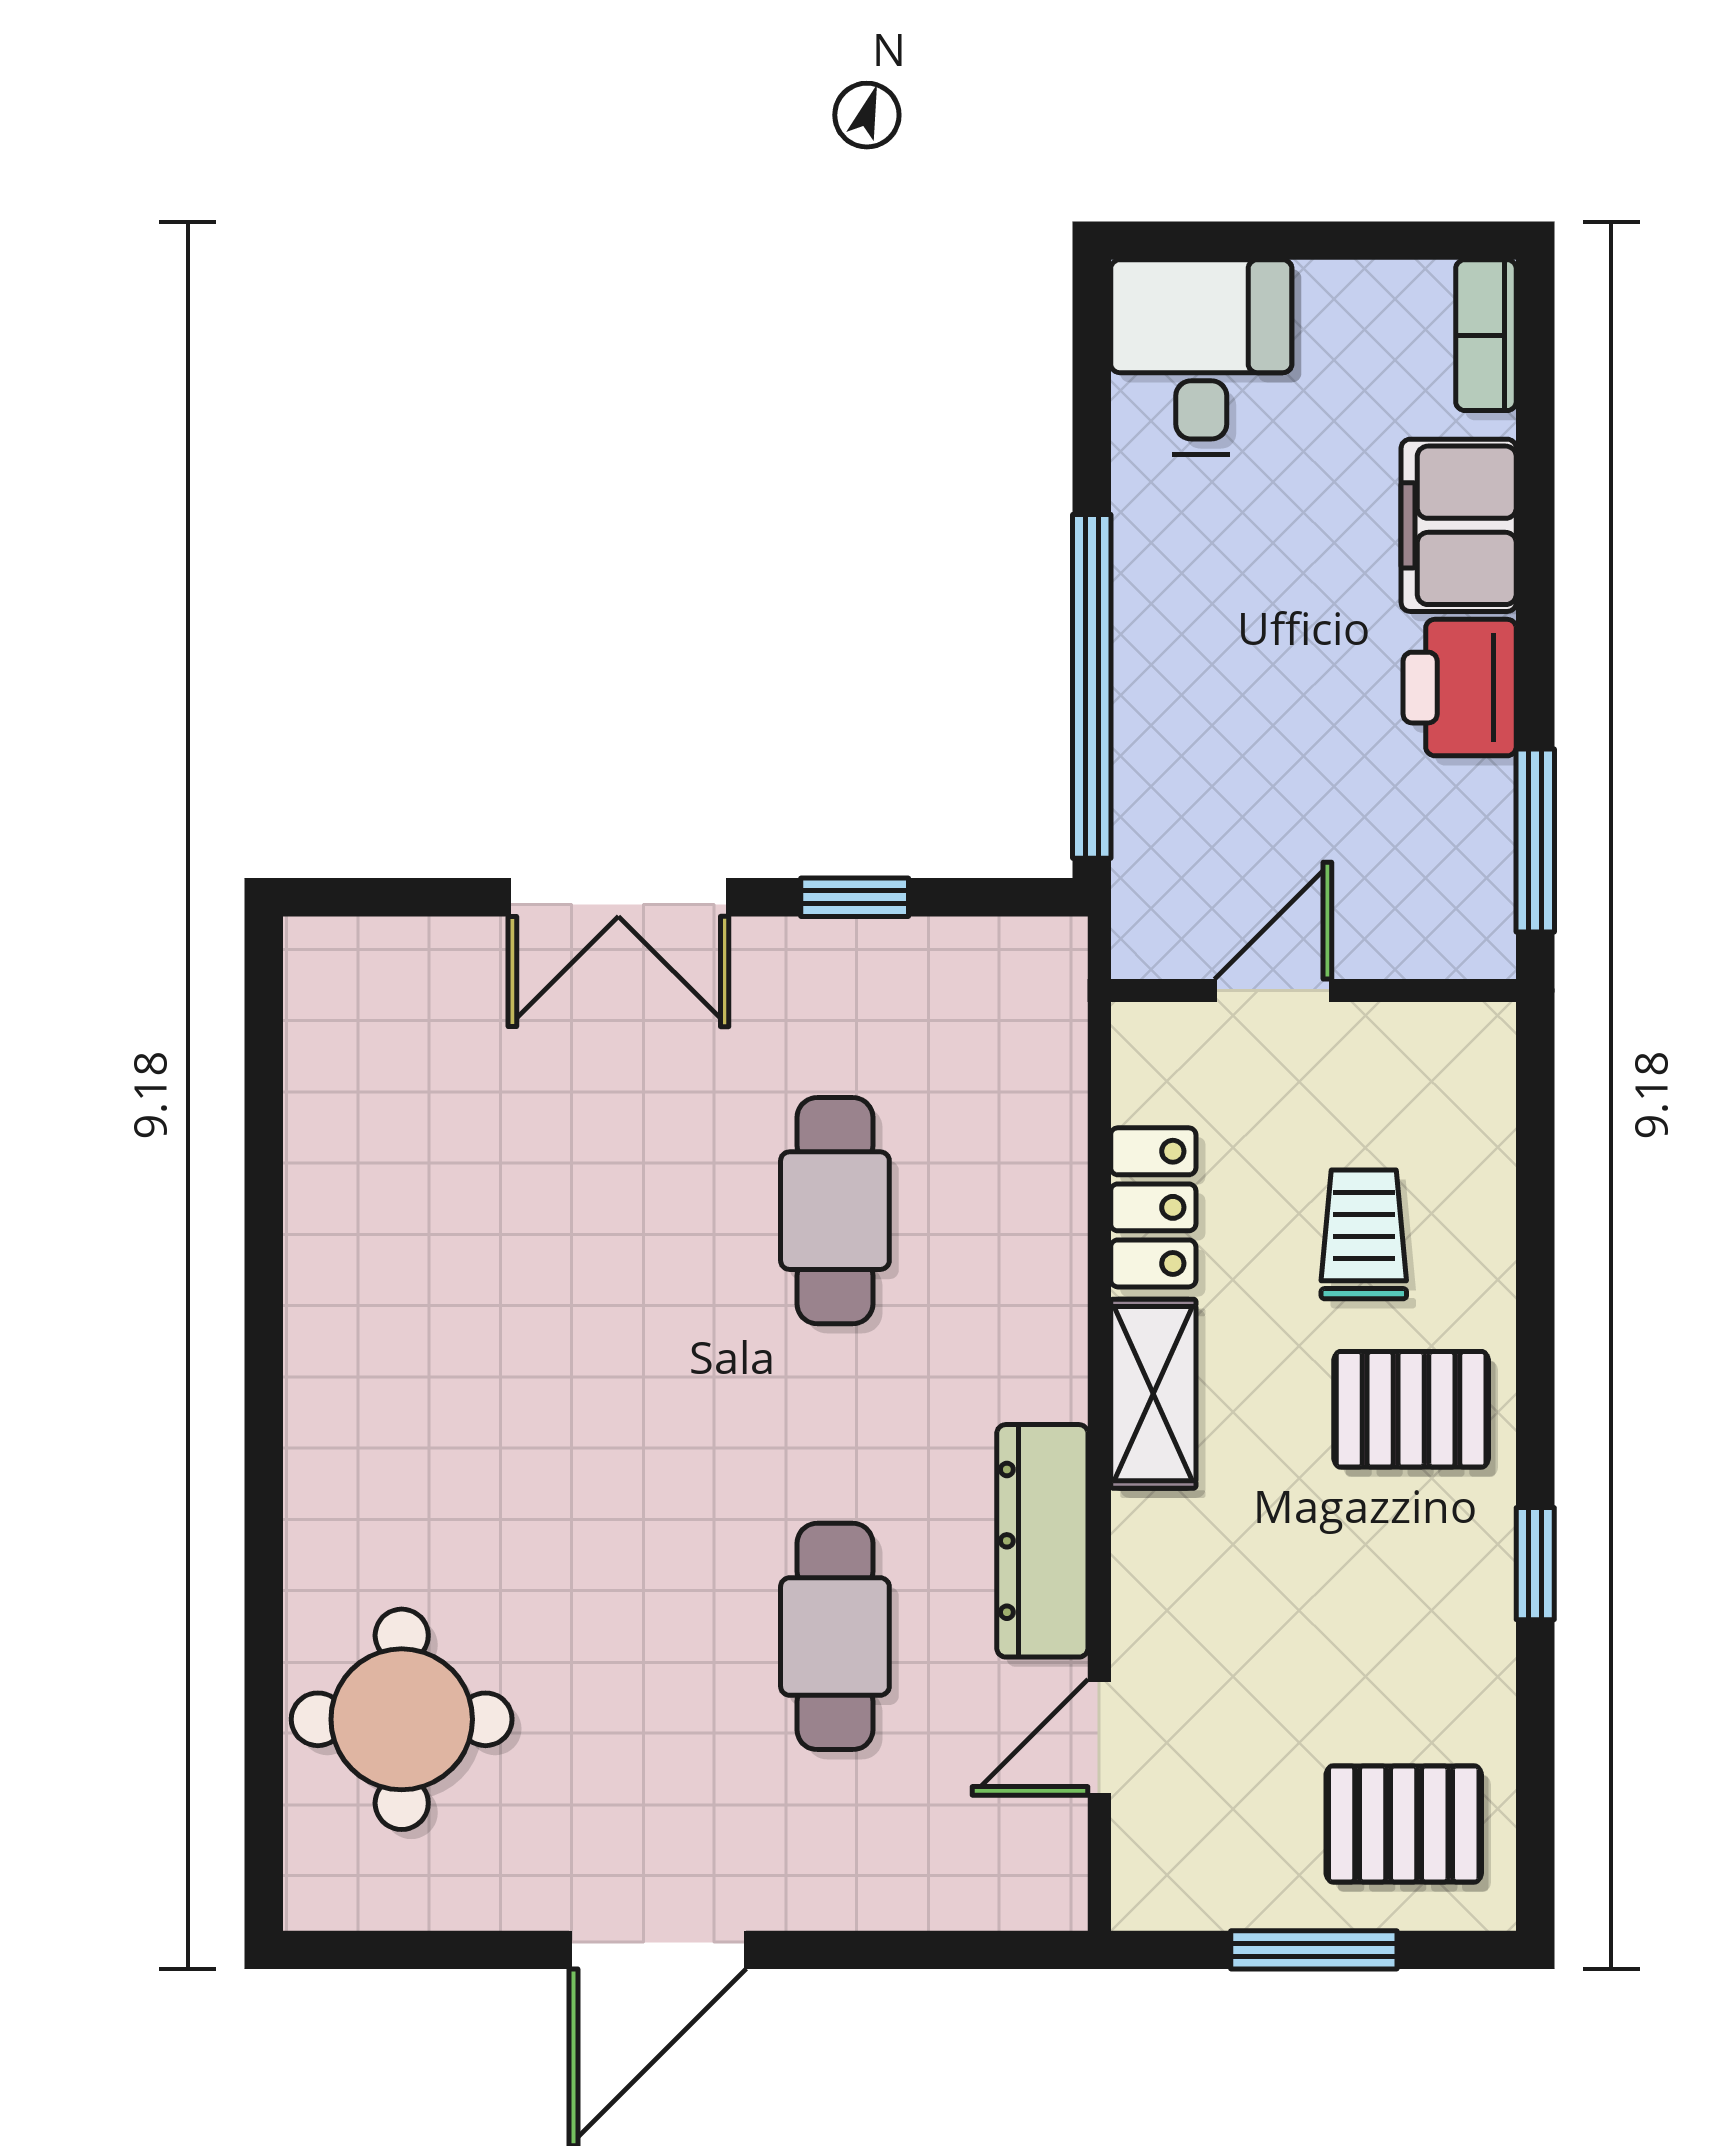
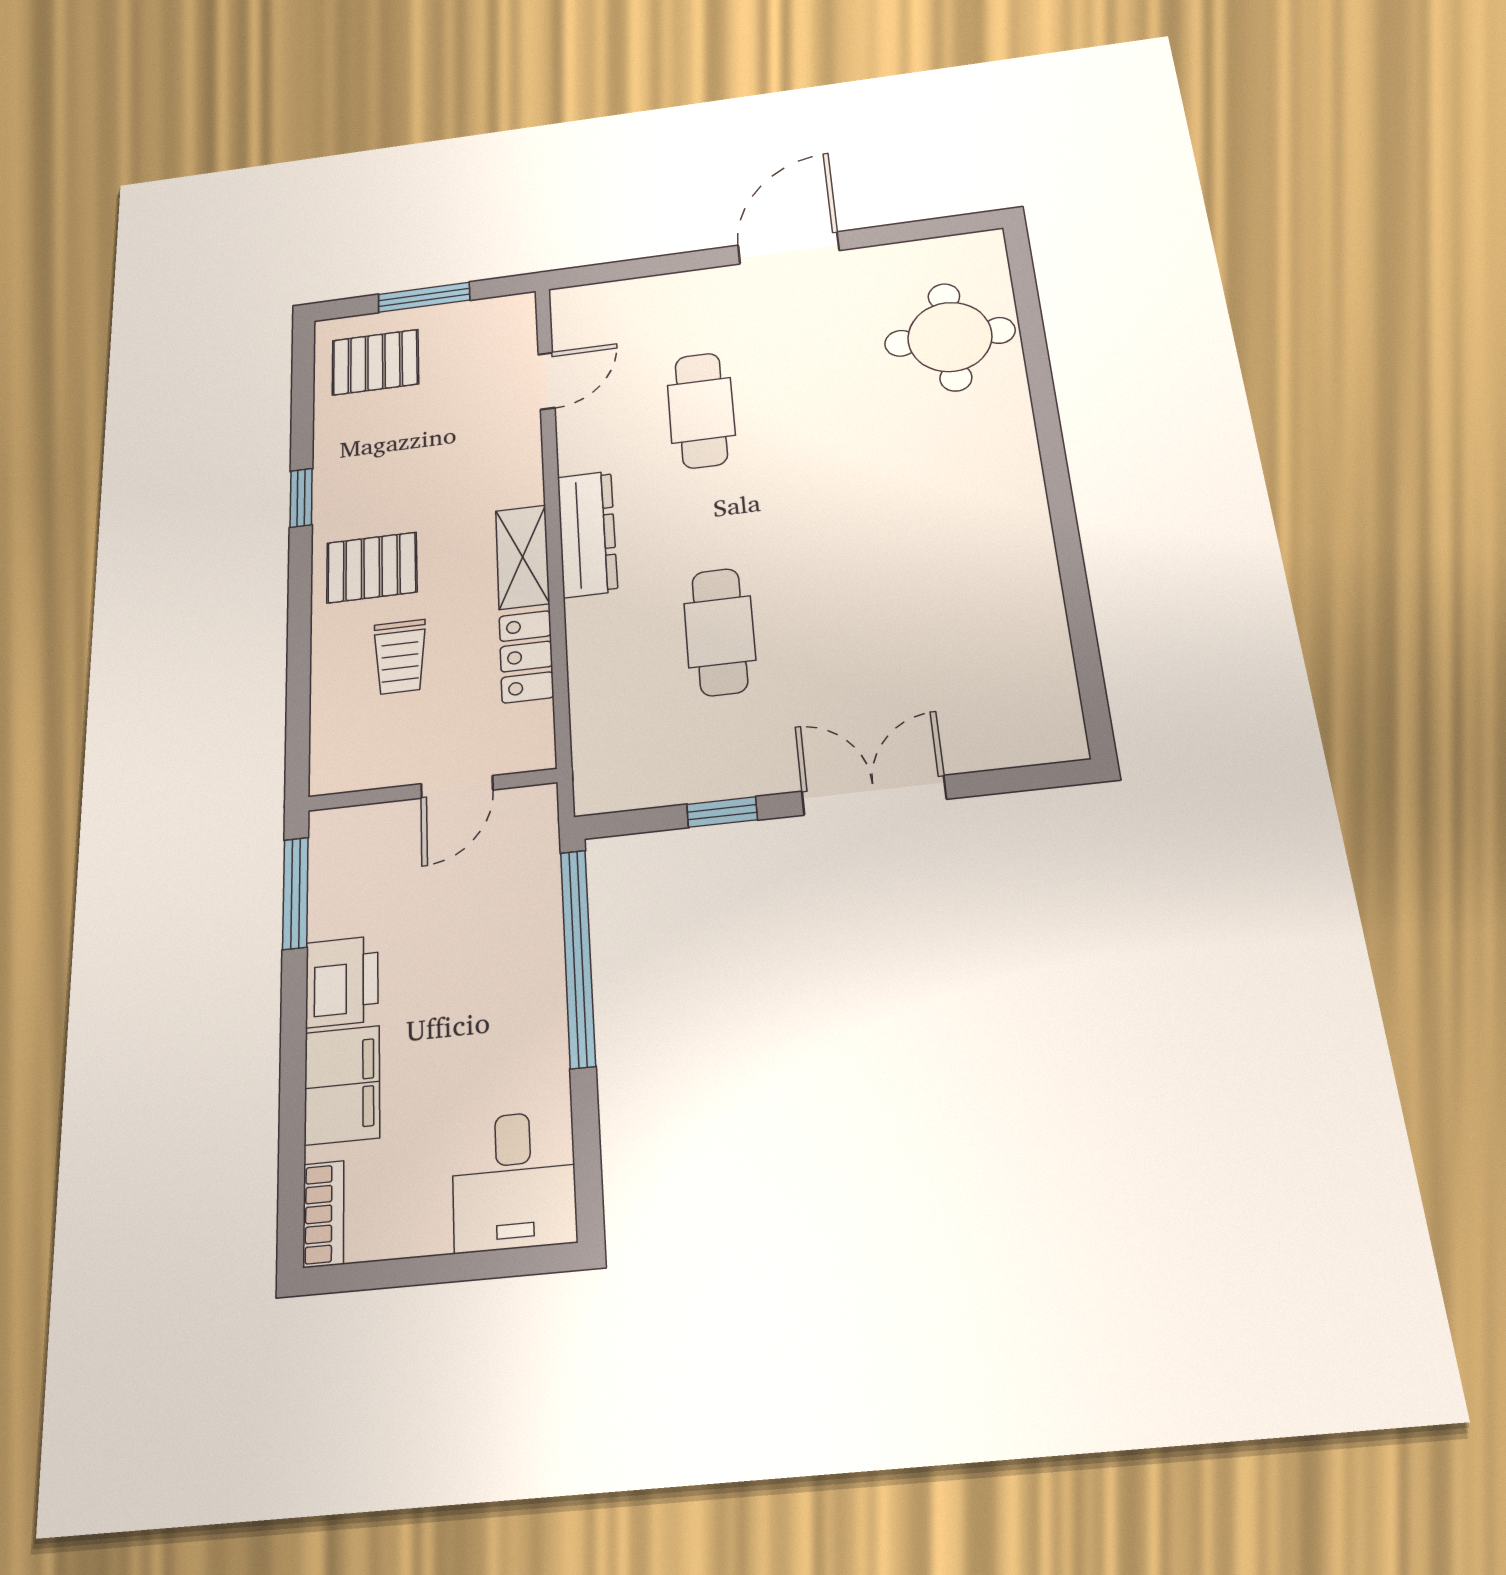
dresser: (1042, 1541) -> (587, 534), moved

